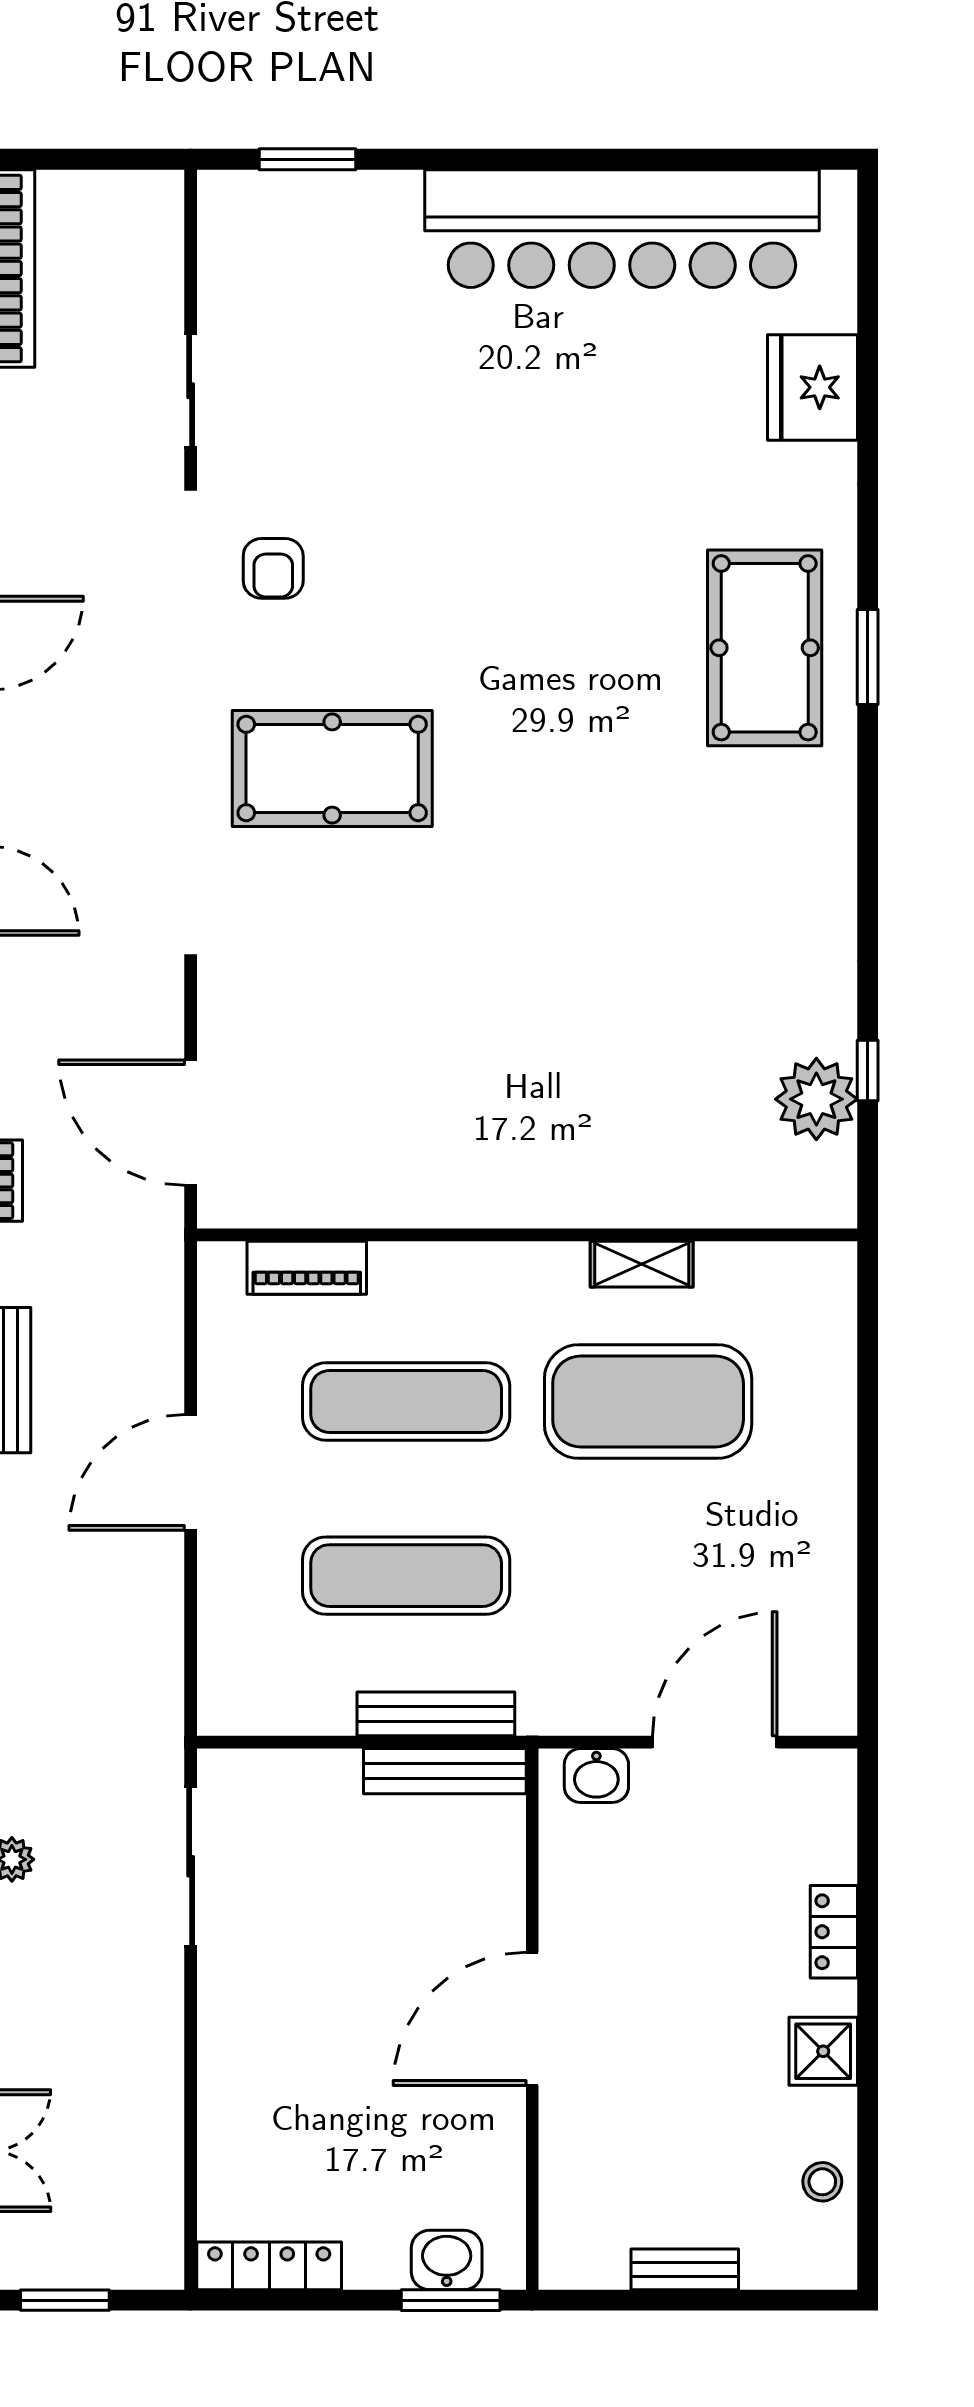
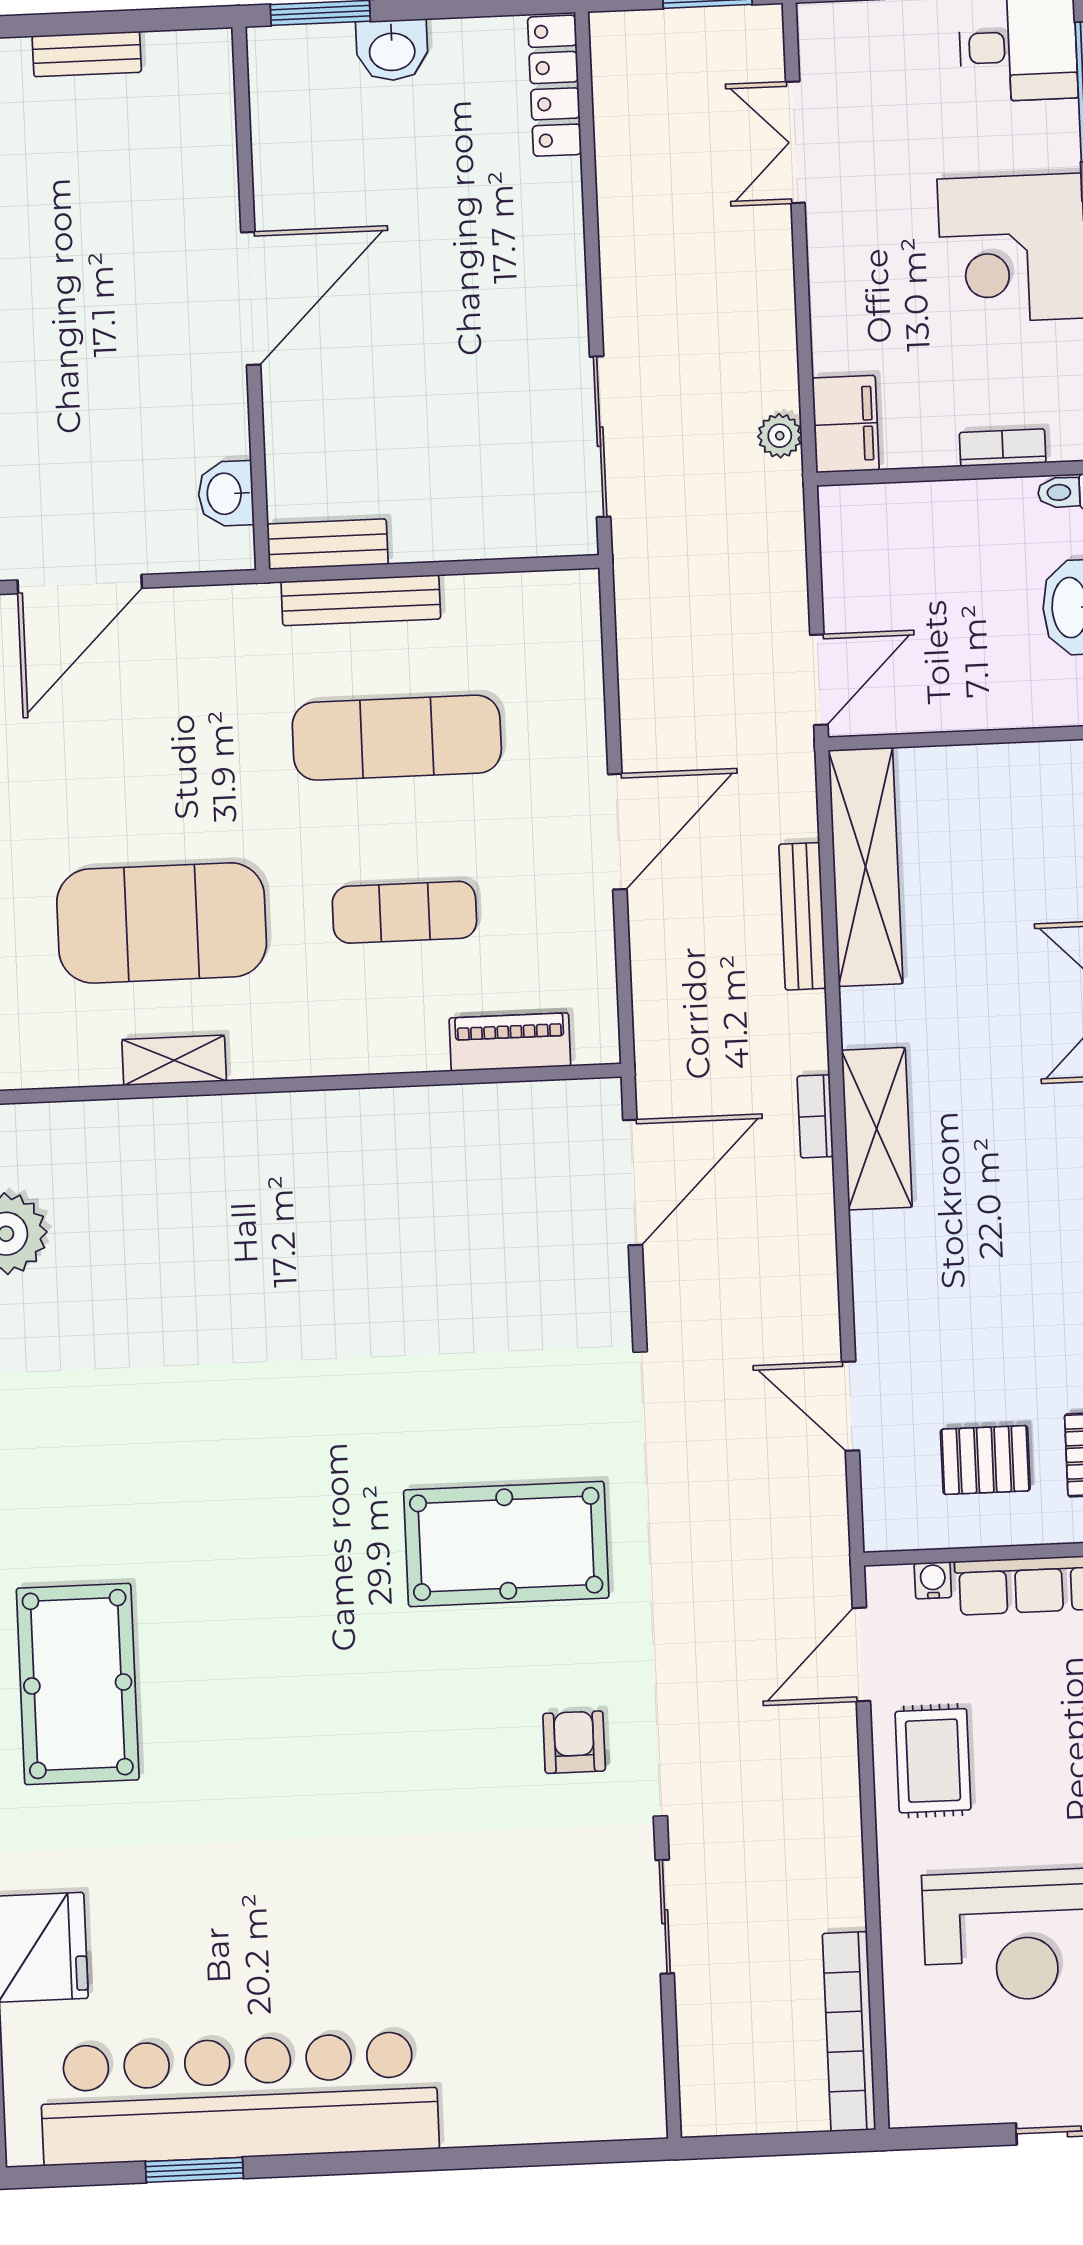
window: (307, 159) -> (194, 2170), moved
door: (191, 1123) -> (633, 1183), hinge flipped
exercise mat: (406, 1401) -> (404, 912), width x0.73, depth x0.69
bench: (445, 1771) -> (328, 544), width x0.73
washbasin: (596, 1776) -> (226, 494), moved, turned -90
washbasin: (447, 2260) -> (392, 50), moved
locker: (269, 2266) -> (555, 86), moved, turned 90

